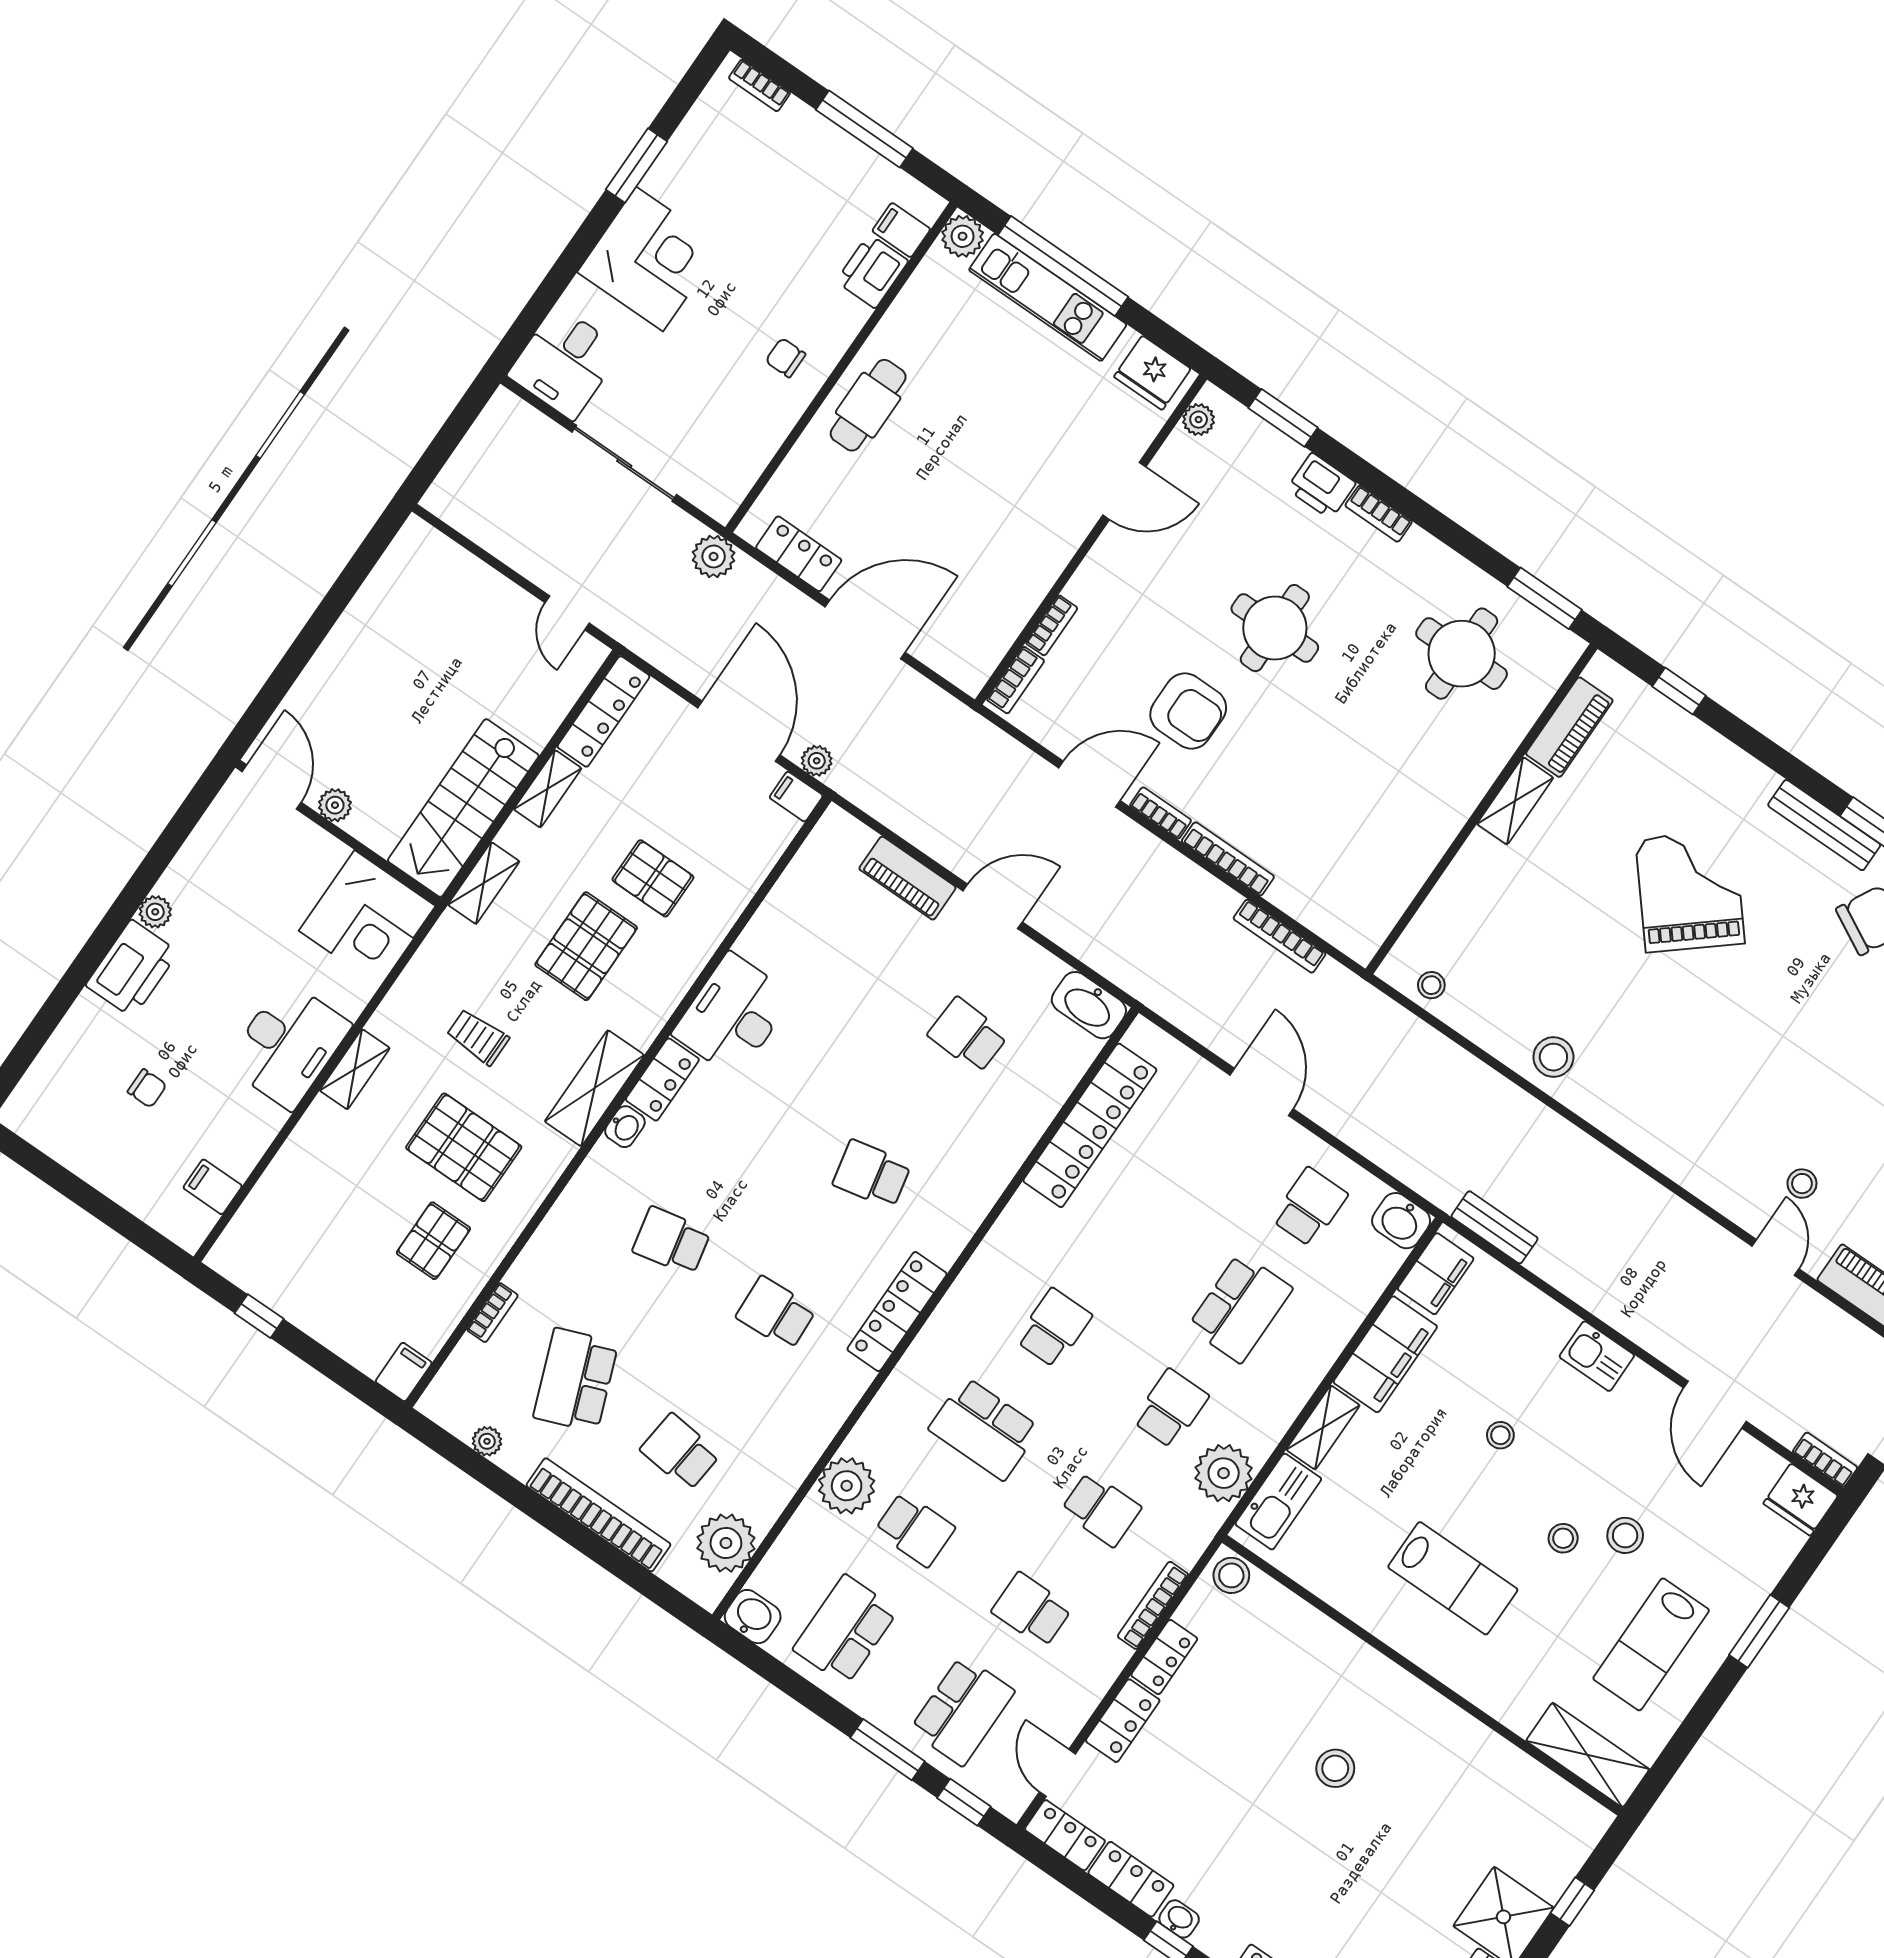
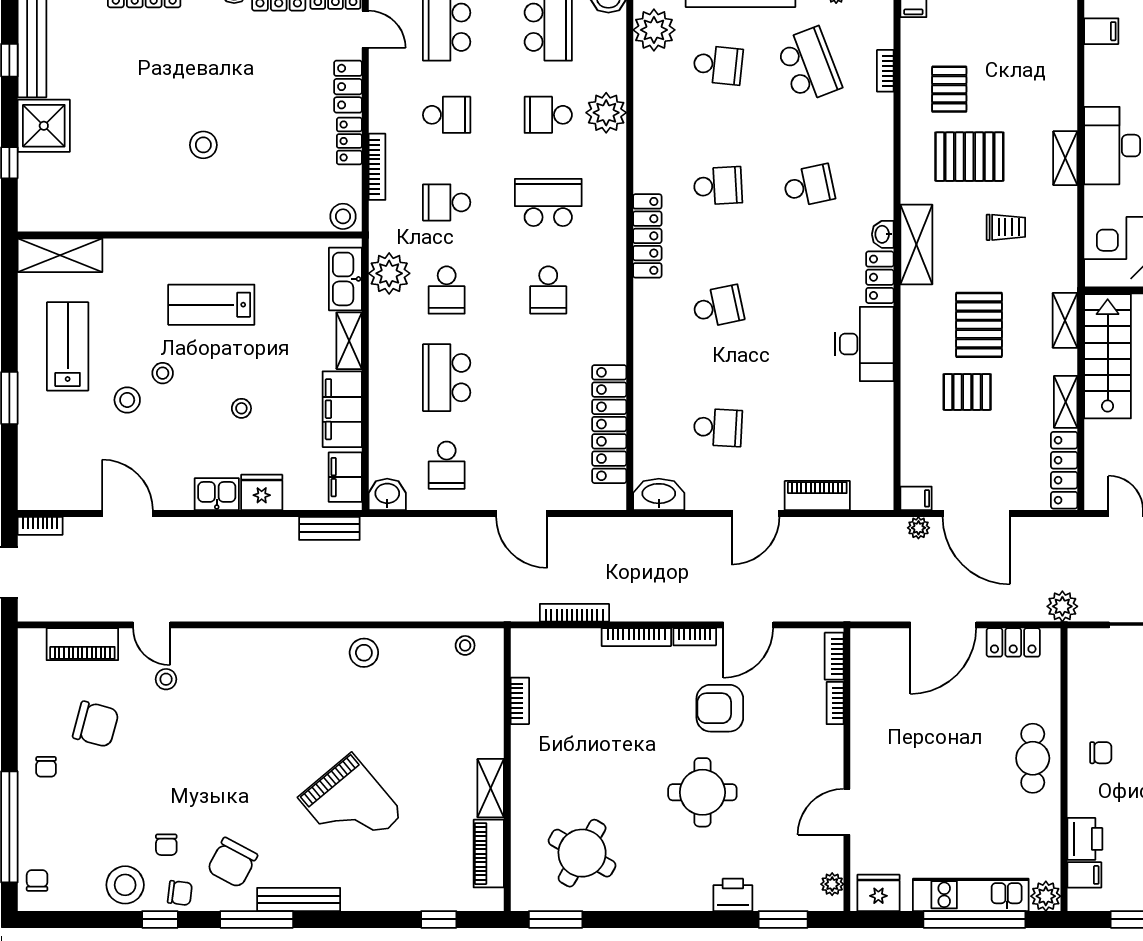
bookcase: (1379, 514) -> (520, 701), moved, turned 90
round table: (1462, 654) -> (582, 853), turned 30
fridge: (1801, 1500) -> (262, 492), moved

